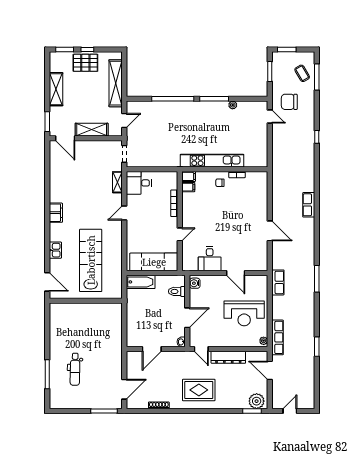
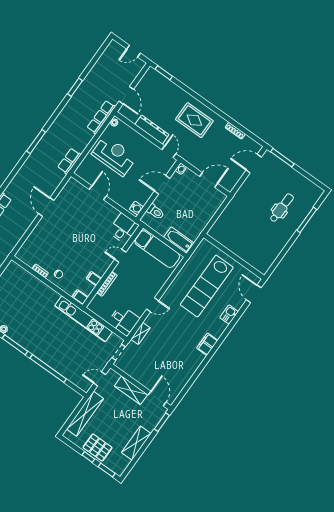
kitchen unit: (212, 161) -> (84, 319), moved
filing cabinet: (188, 187) -> (94, 279), moved
desk: (210, 259) -> (124, 229), moved
plant: (257, 401) -> (154, 78), removed

